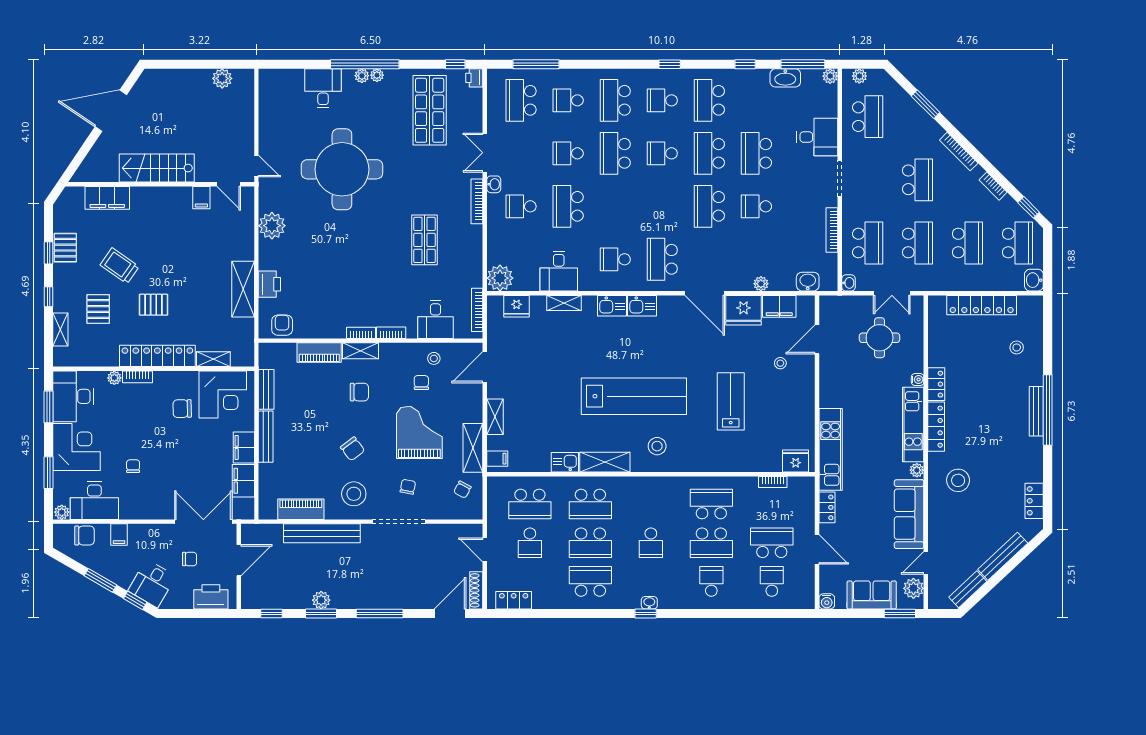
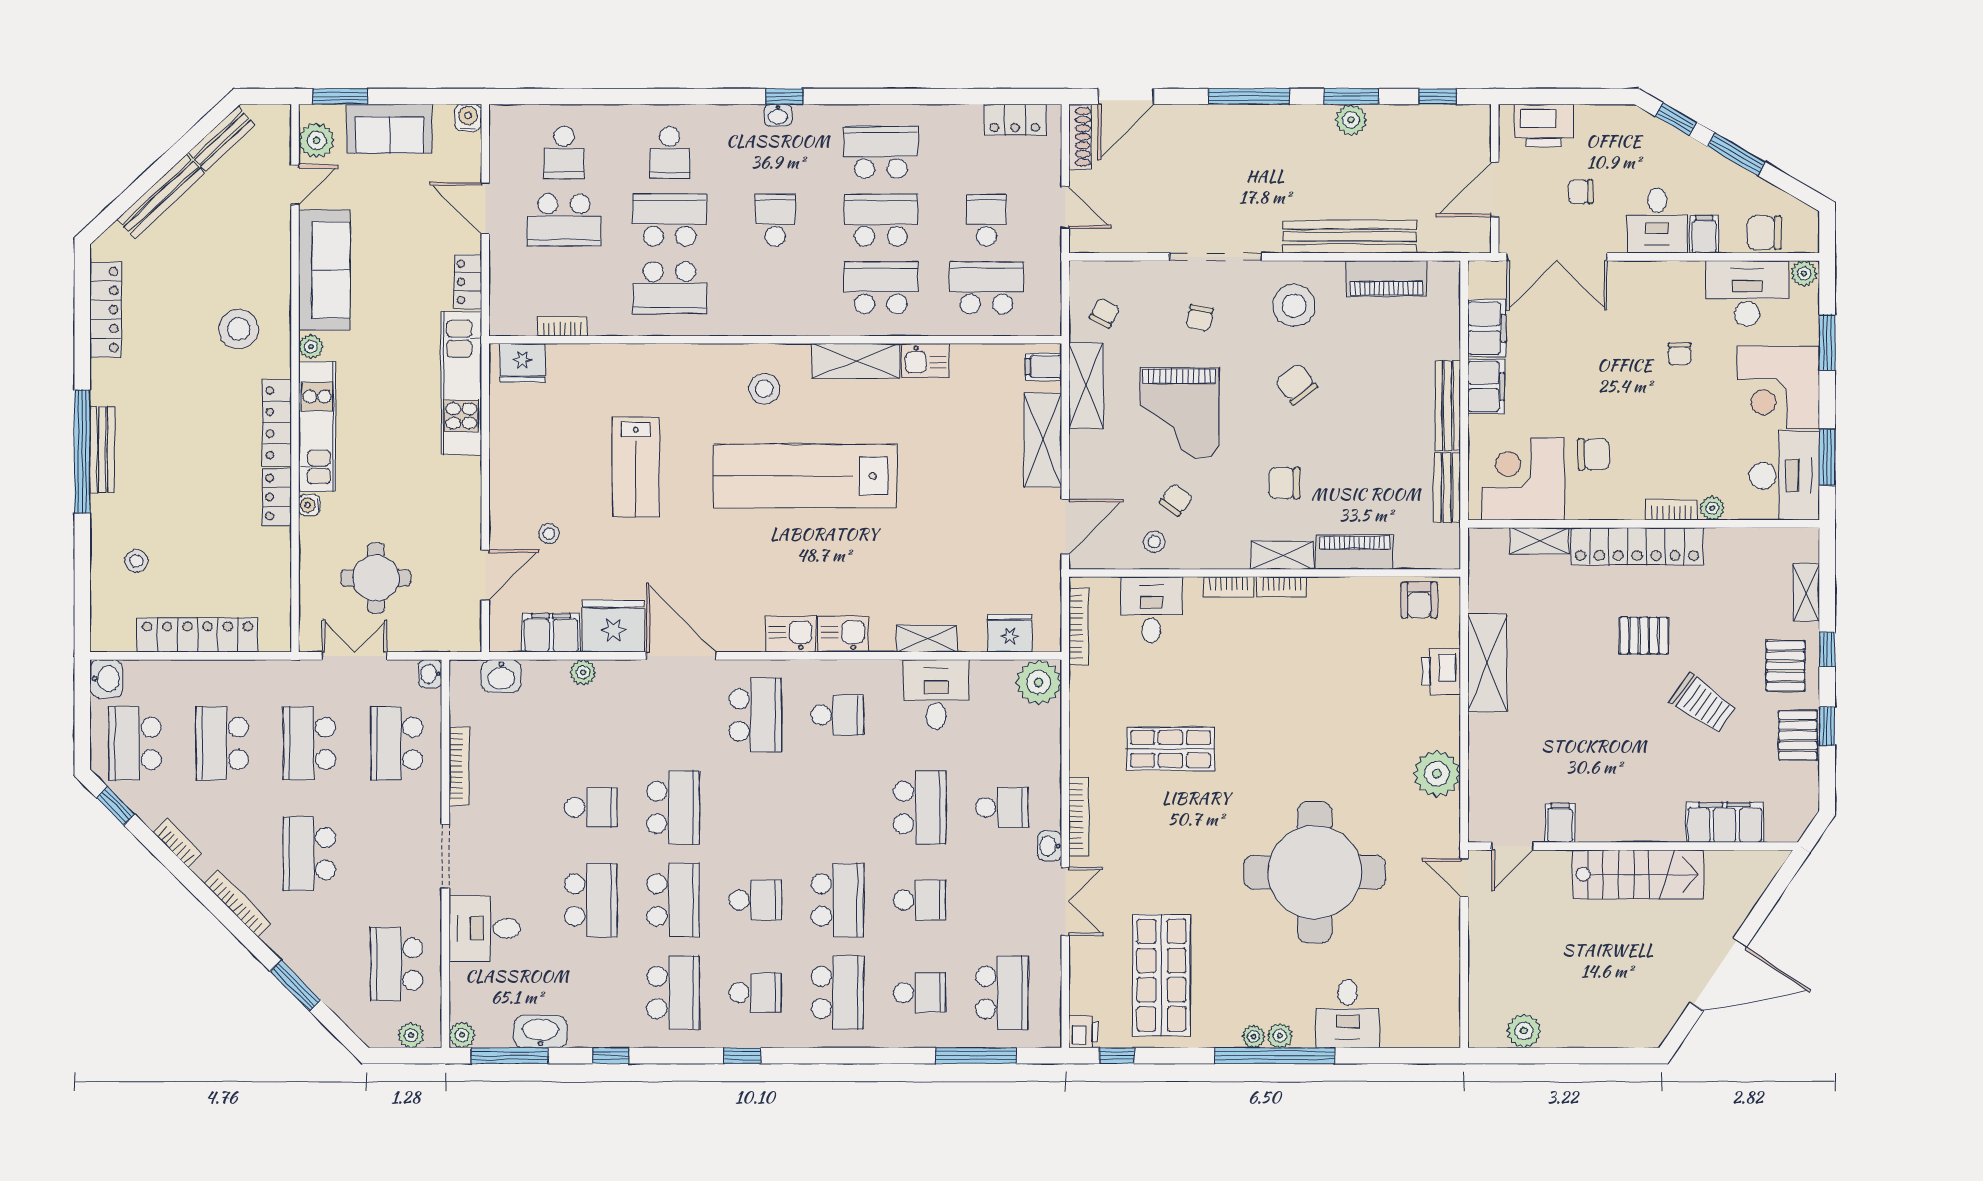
door: (229, 184) -> (1512, 846), swing flipped
shop shelf: (424, 240) -> (1171, 749), turned 90
pallet: (98, 309) -> (1785, 666), moved
chair: (421, 383) -> (1176, 500), turned -143
shelving: (495, 417) -> (1043, 440), width x1.50, depth x1.33
locker: (1034, 501) -> (106, 310), width x1.53
school desk: (590, 581) -> (881, 152), turned 180
desk: (152, 584) -> (1657, 221), moved, turned 150

